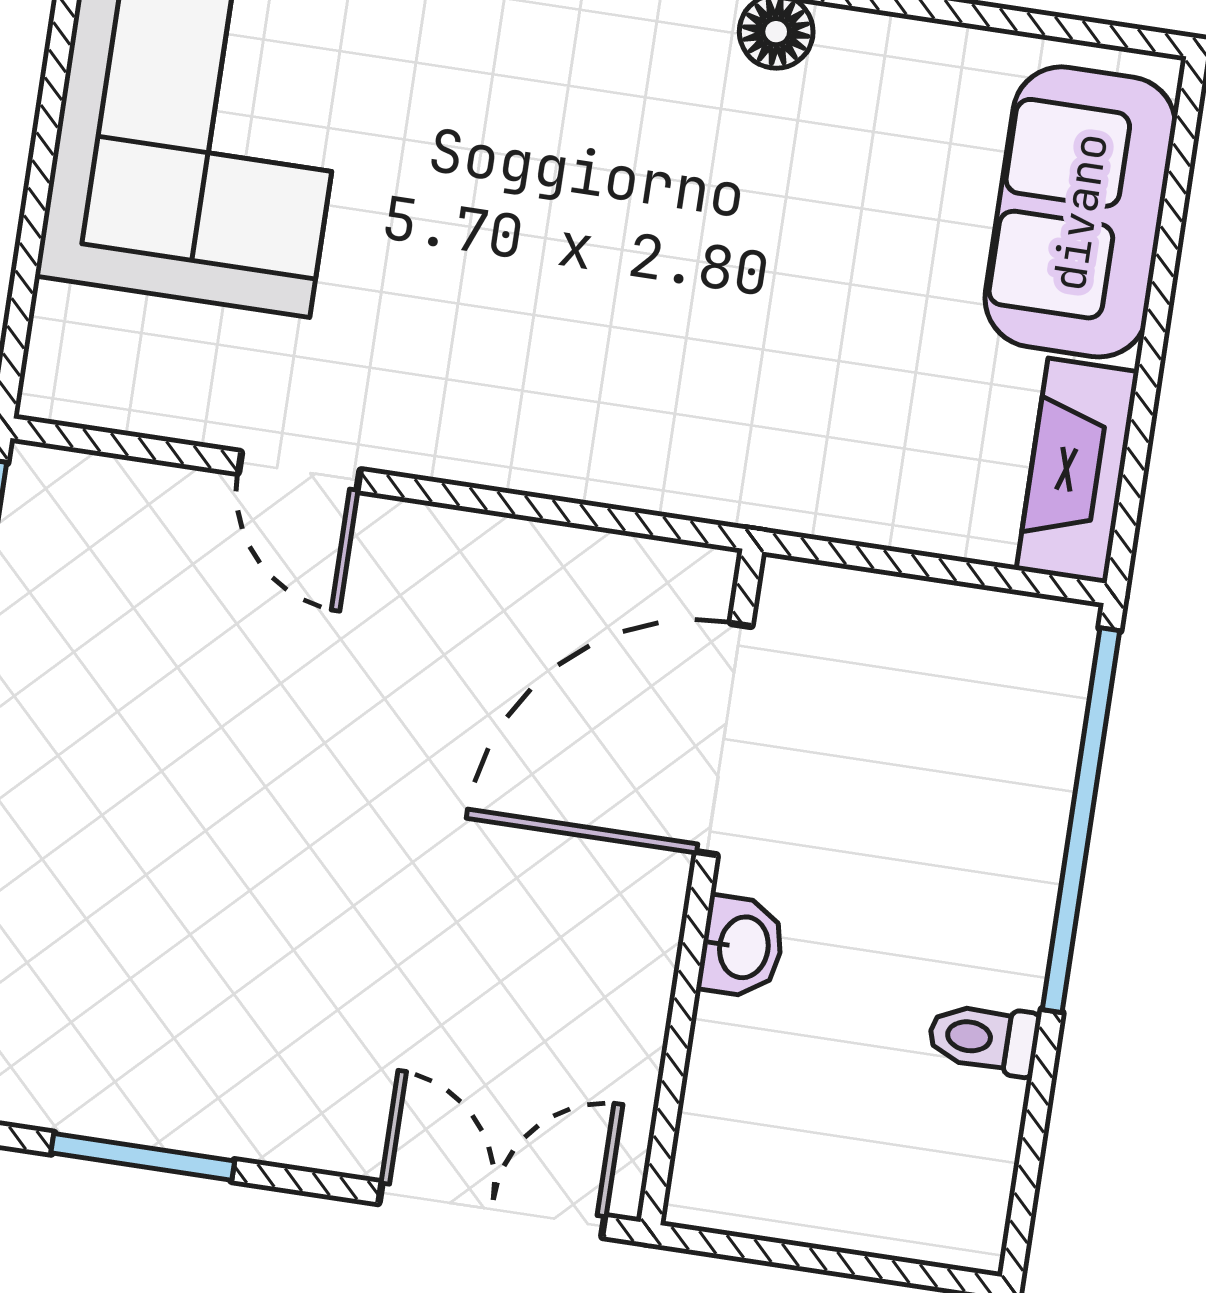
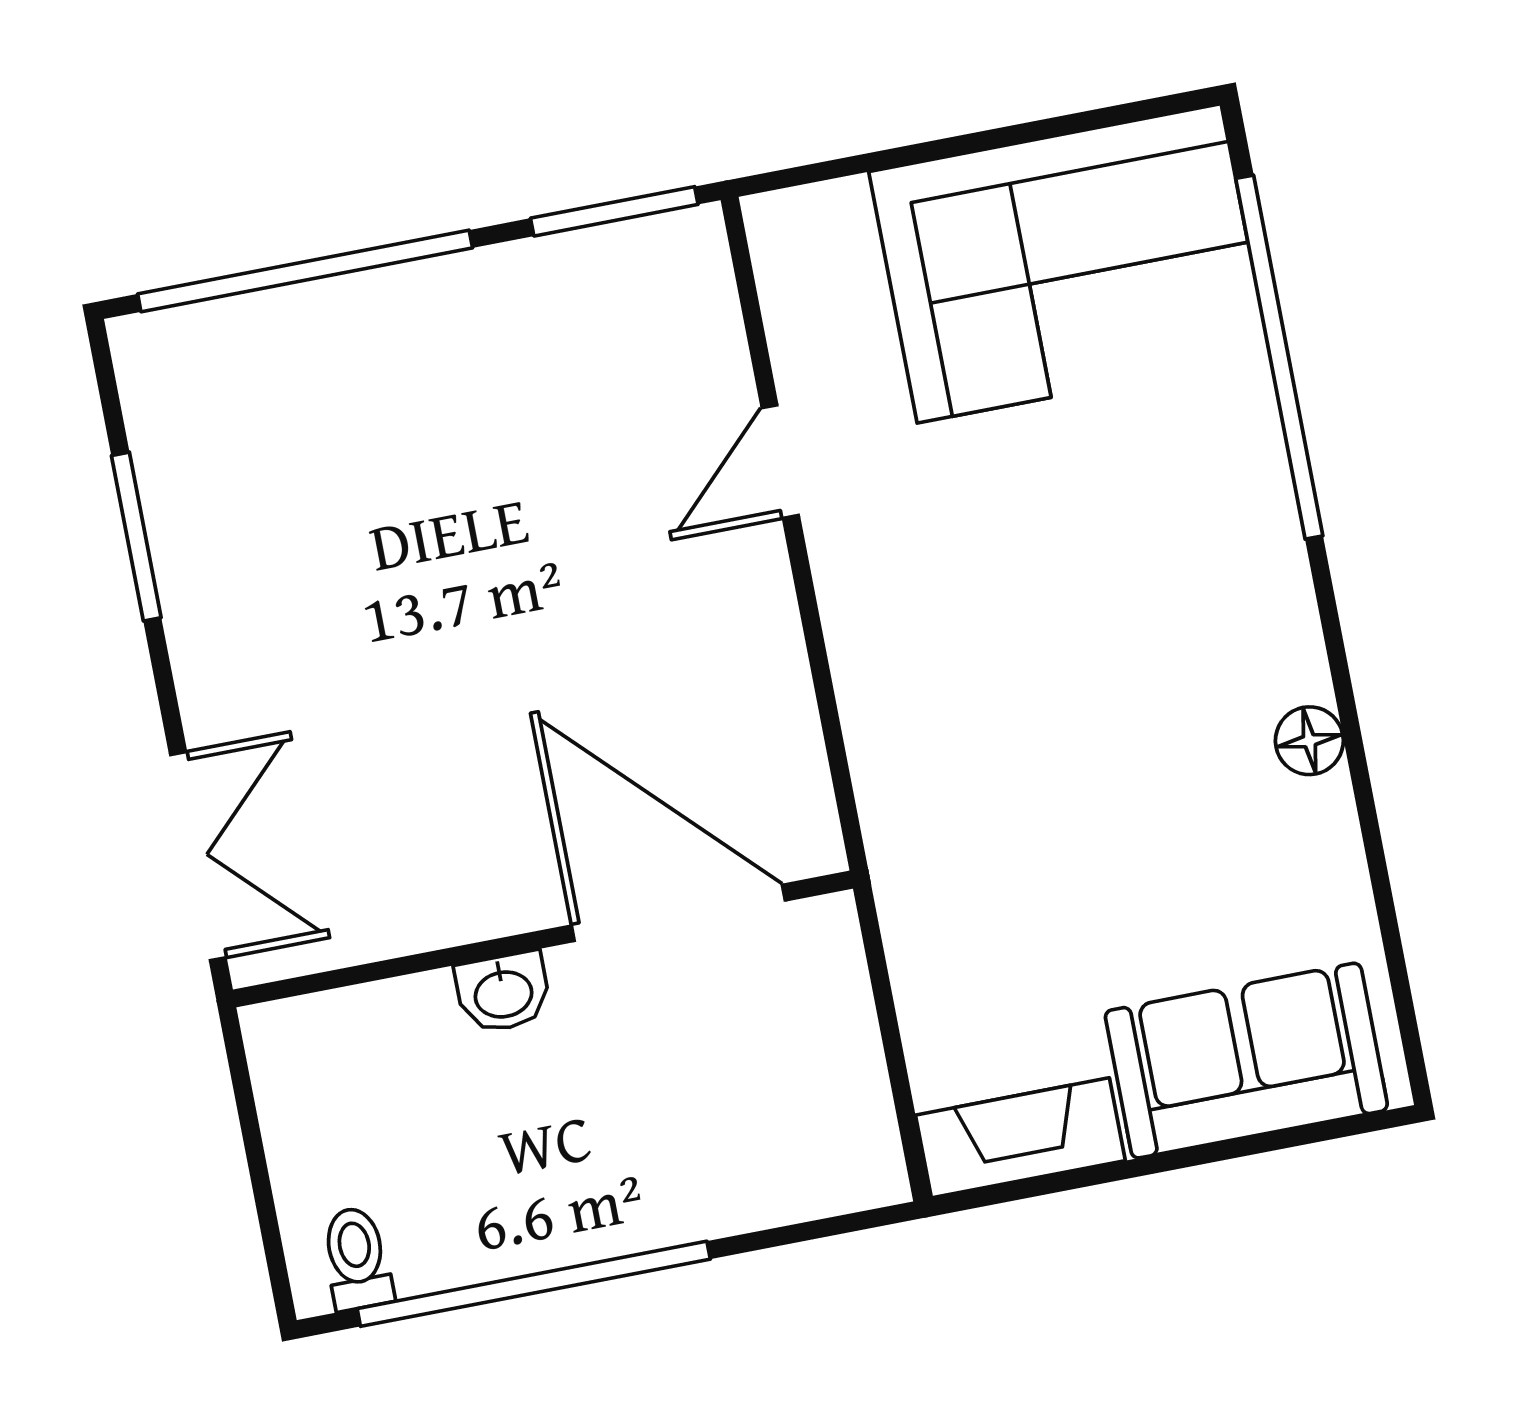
window: (1081, 820) -> (534, 1284), moved
toilet: (984, 1039) -> (357, 1258), moved

